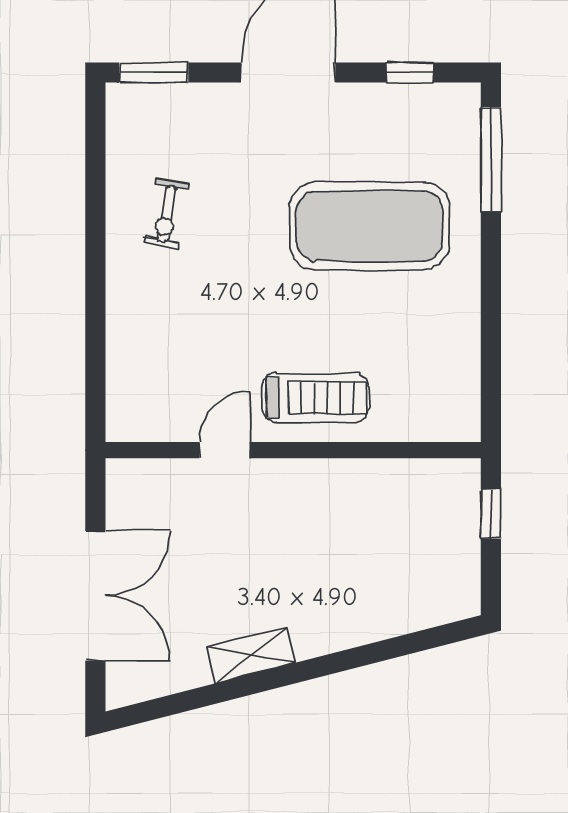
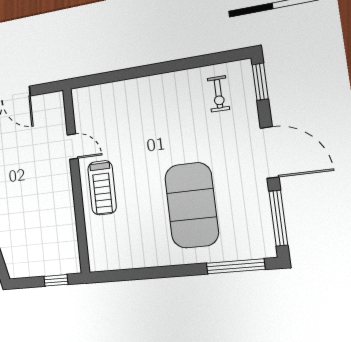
window: (410, 72) -> (278, 218), width x2.17
exercise bike: (167, 214) -> (218, 94), moved, turned -100

